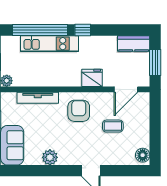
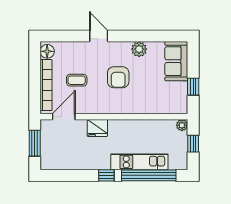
kitchen counter: (134, 43) -> (56, 162), removed
tv unit: (38, 98) -> (151, 108), removed
armchair: (79, 111) -> (118, 77), moved
bookcase: (144, 121) -> (46, 85), added

